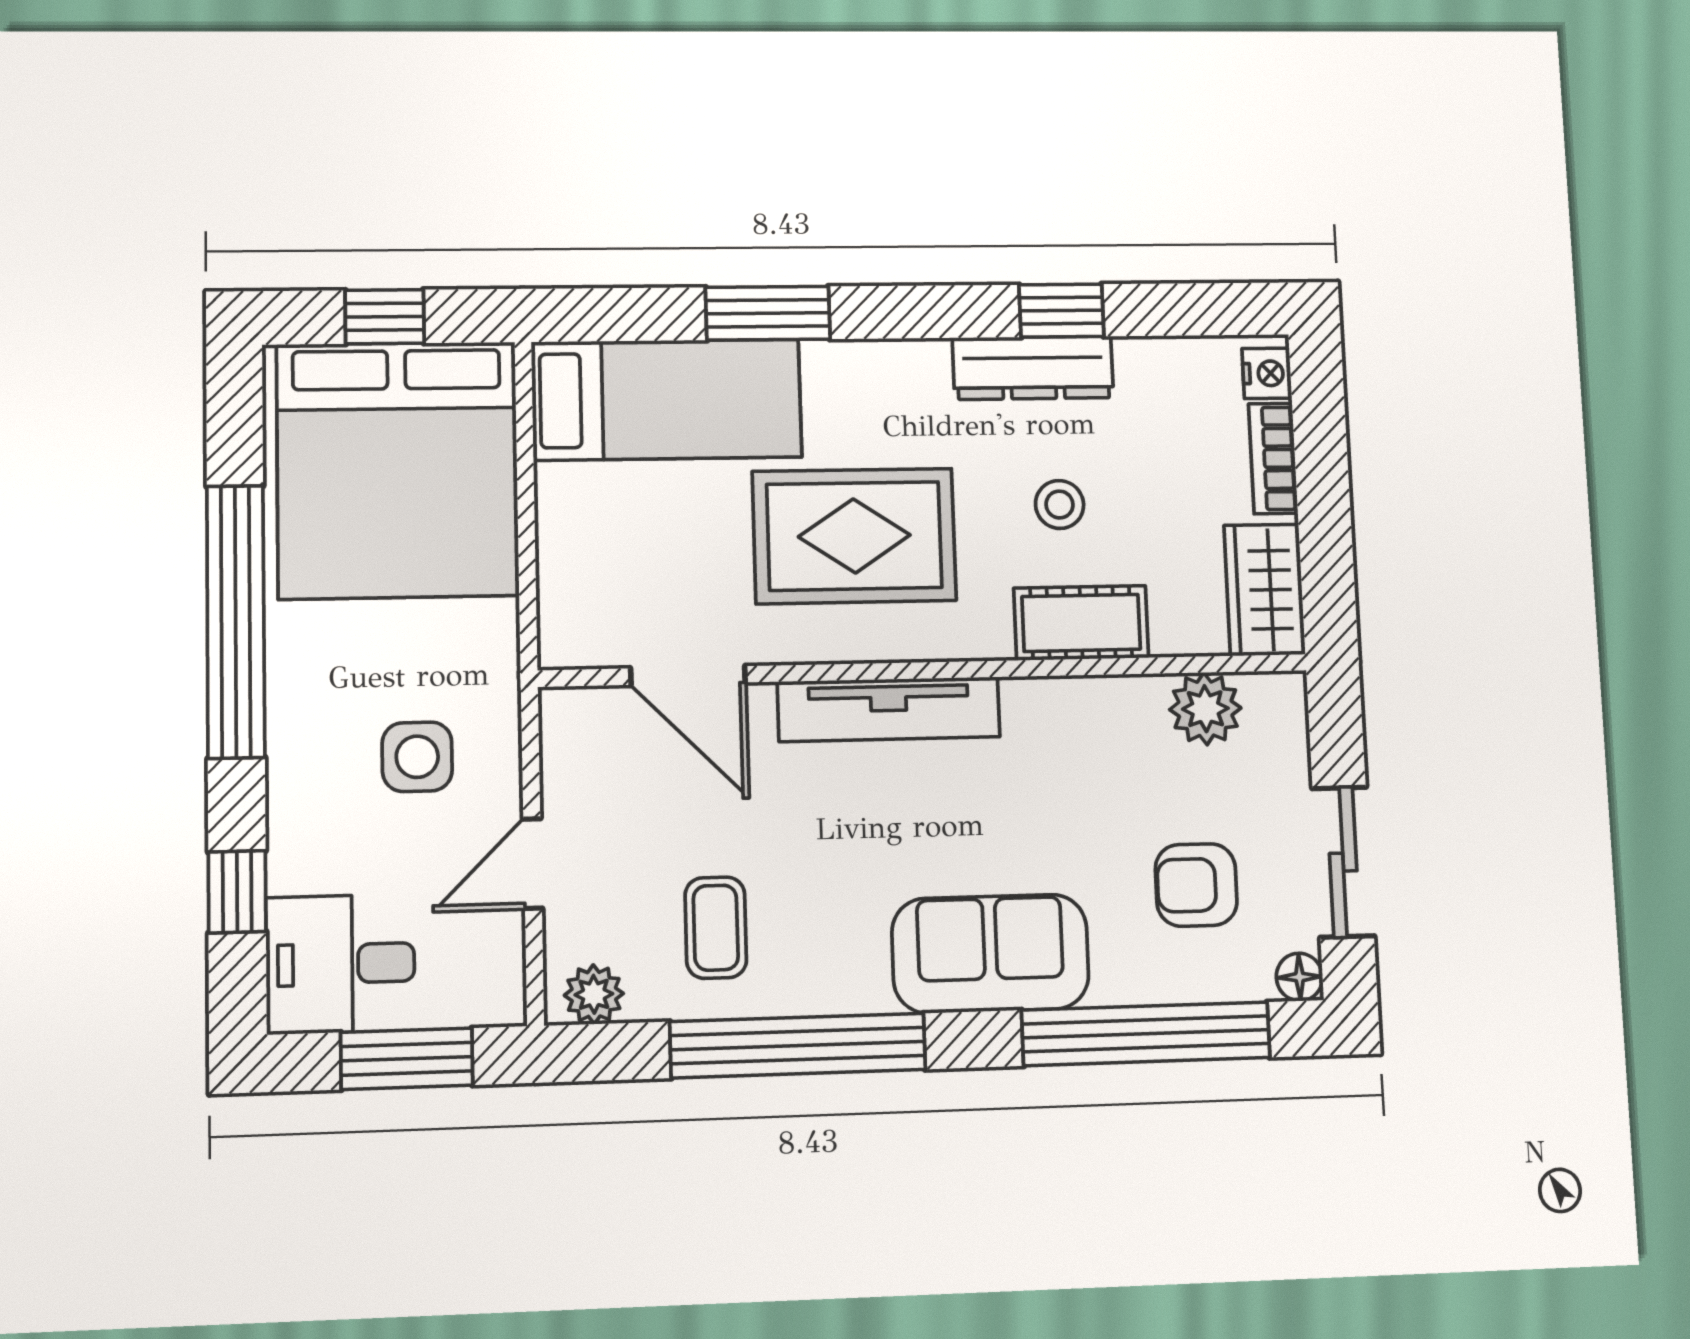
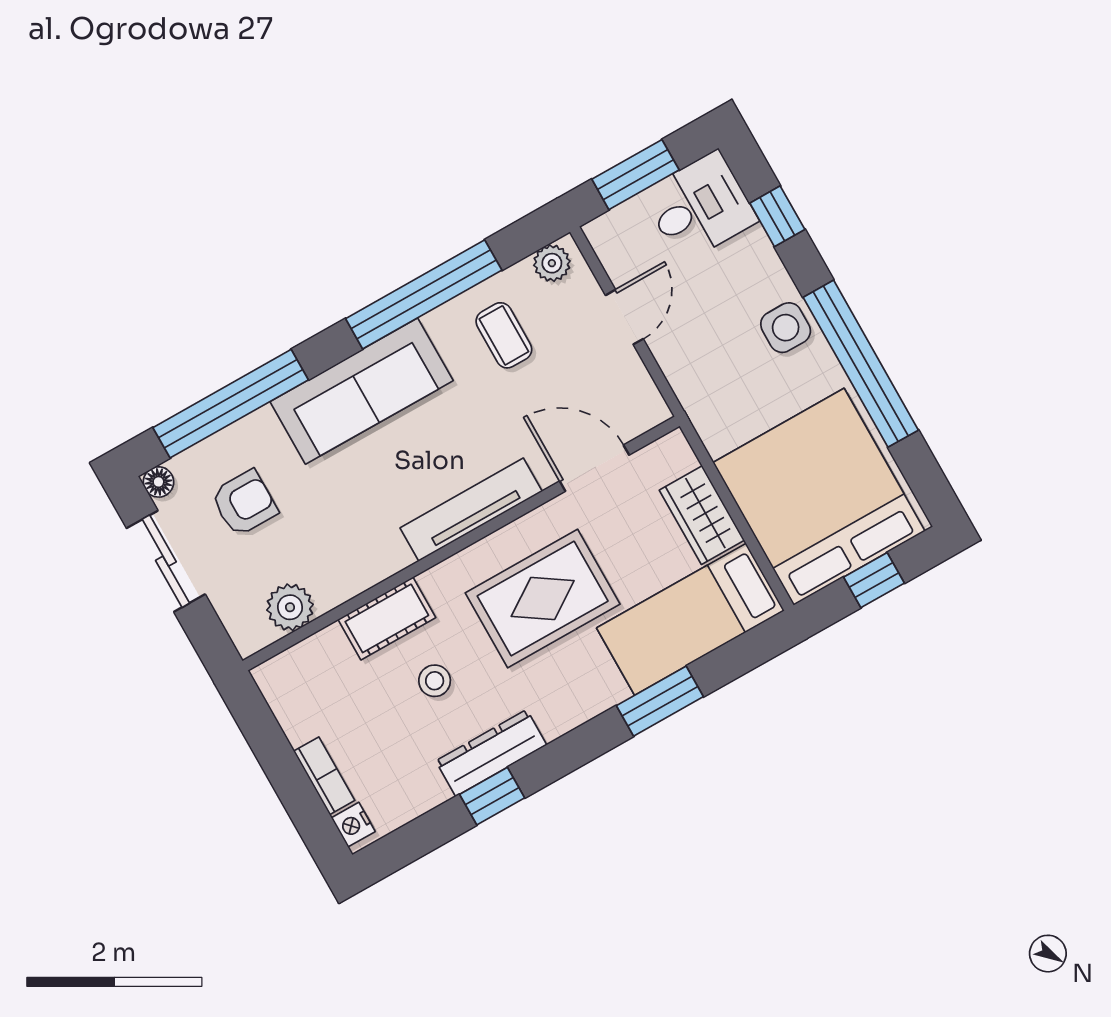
wardrobe: (1265, 590) -> (702, 515), moved, turned 180
side table: (417, 757) -> (786, 328), moved
sofa: (990, 954) -> (362, 391), width x1.36

